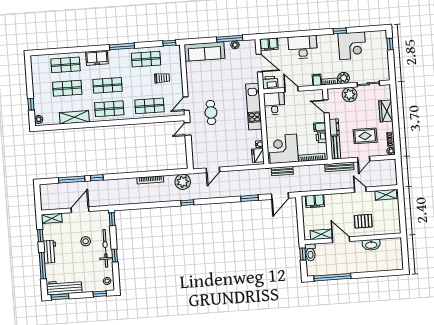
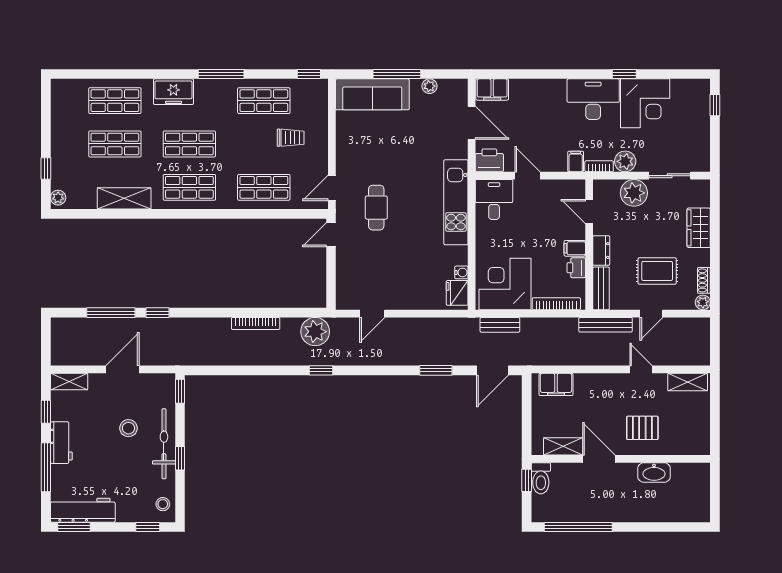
window: (230, 39) -> (397, 74), moved
desk: (303, 47) -> (593, 99), moved

